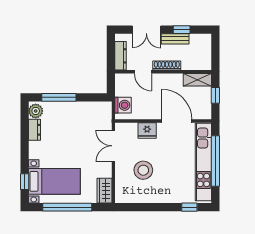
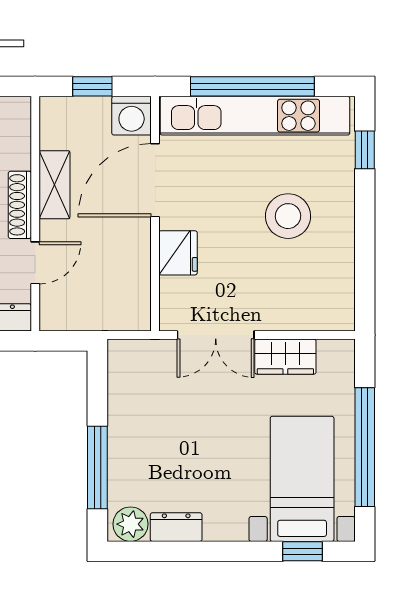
shelving: (197, 80) -> (54, 185), moved
washing machine: (123, 105) -> (132, 116), moved, turned 180
stool: (143, 170) -> (288, 216), moved
wardrobe: (105, 191) -> (285, 357), moved

